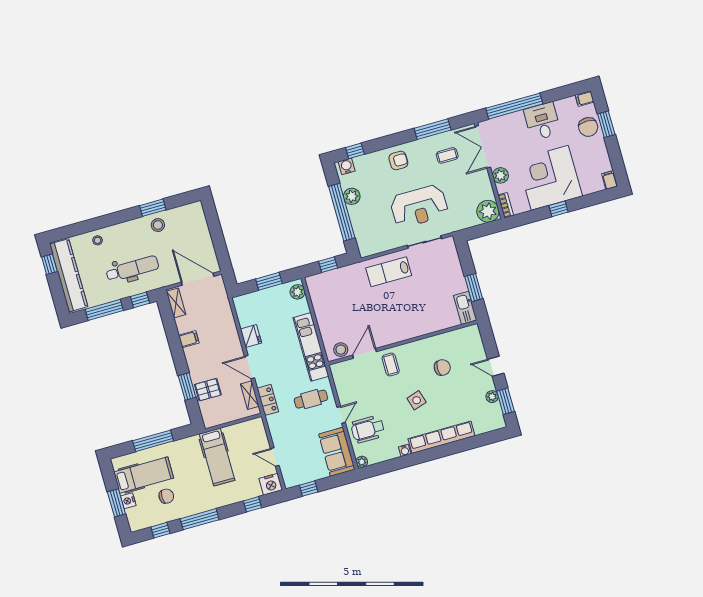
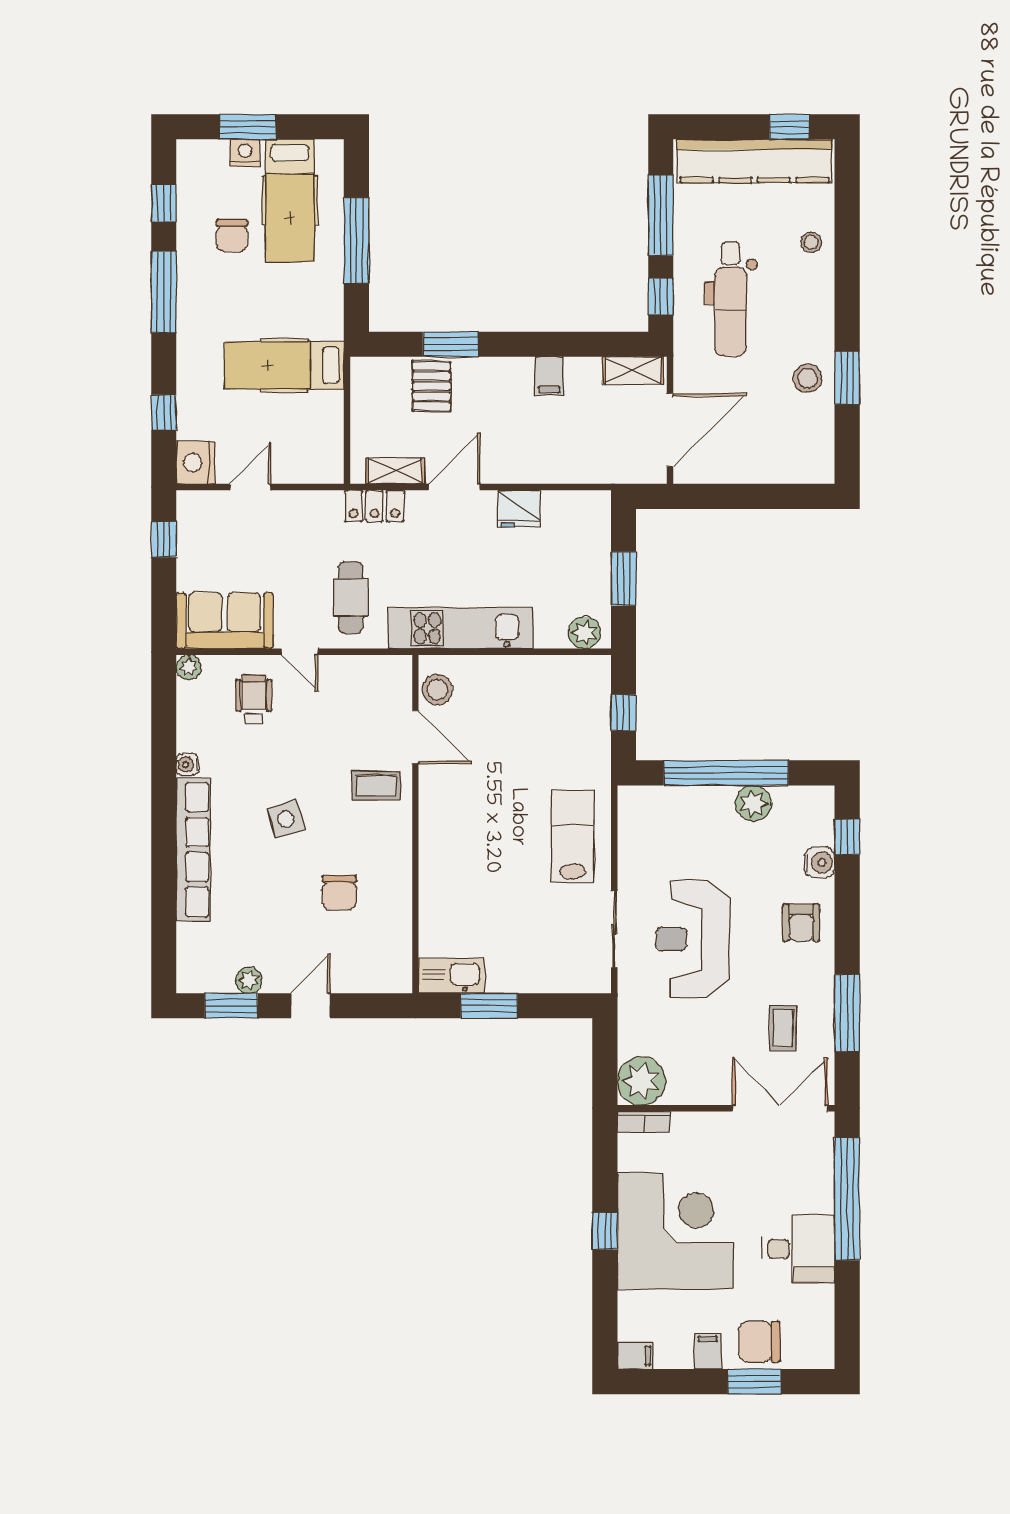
filing cabinet: (585, 99) -> (708, 1351), moved
water cooler: (347, 166) -> (820, 862), moved
plant: (500, 175) -> (709, 1129), removed
wheelchair: (368, 429) -> (254, 699), width x0.73, depth x0.73

